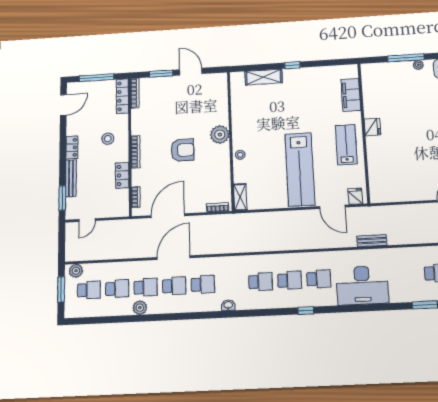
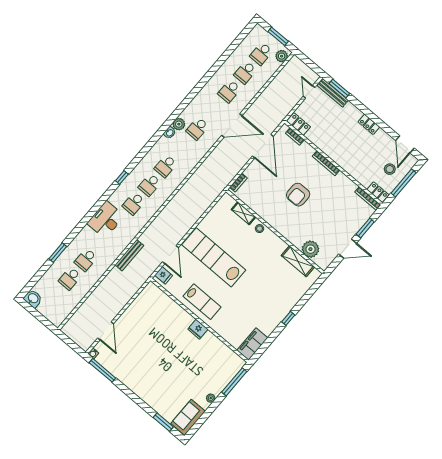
window: (406, 58) -> (234, 382), moved
shelving: (264, 77) -> (298, 261), moved, turned 90
filing cabinet: (351, 95) -> (252, 344), moved, turned -90
locker: (122, 96) -> (378, 192), width x0.66
plant: (220, 135) -> (310, 249), moved
stool: (108, 139) -> (390, 169), moved
locker: (122, 175) -> (298, 124), moved
bench: (71, 178) -> (333, 93), moved
shelving: (240, 197) -> (244, 213), moved
door: (332, 207) -> (170, 255), swing flipped
bench: (372, 241) -> (129, 255), width x1.36
door: (174, 258) -> (232, 126), hinge flipped
desk: (362, 285) -> (106, 220), width x0.73, depth x0.77
school desk: (174, 286) -> (86, 260), moved
plant: (140, 308) -> (179, 124), moved

